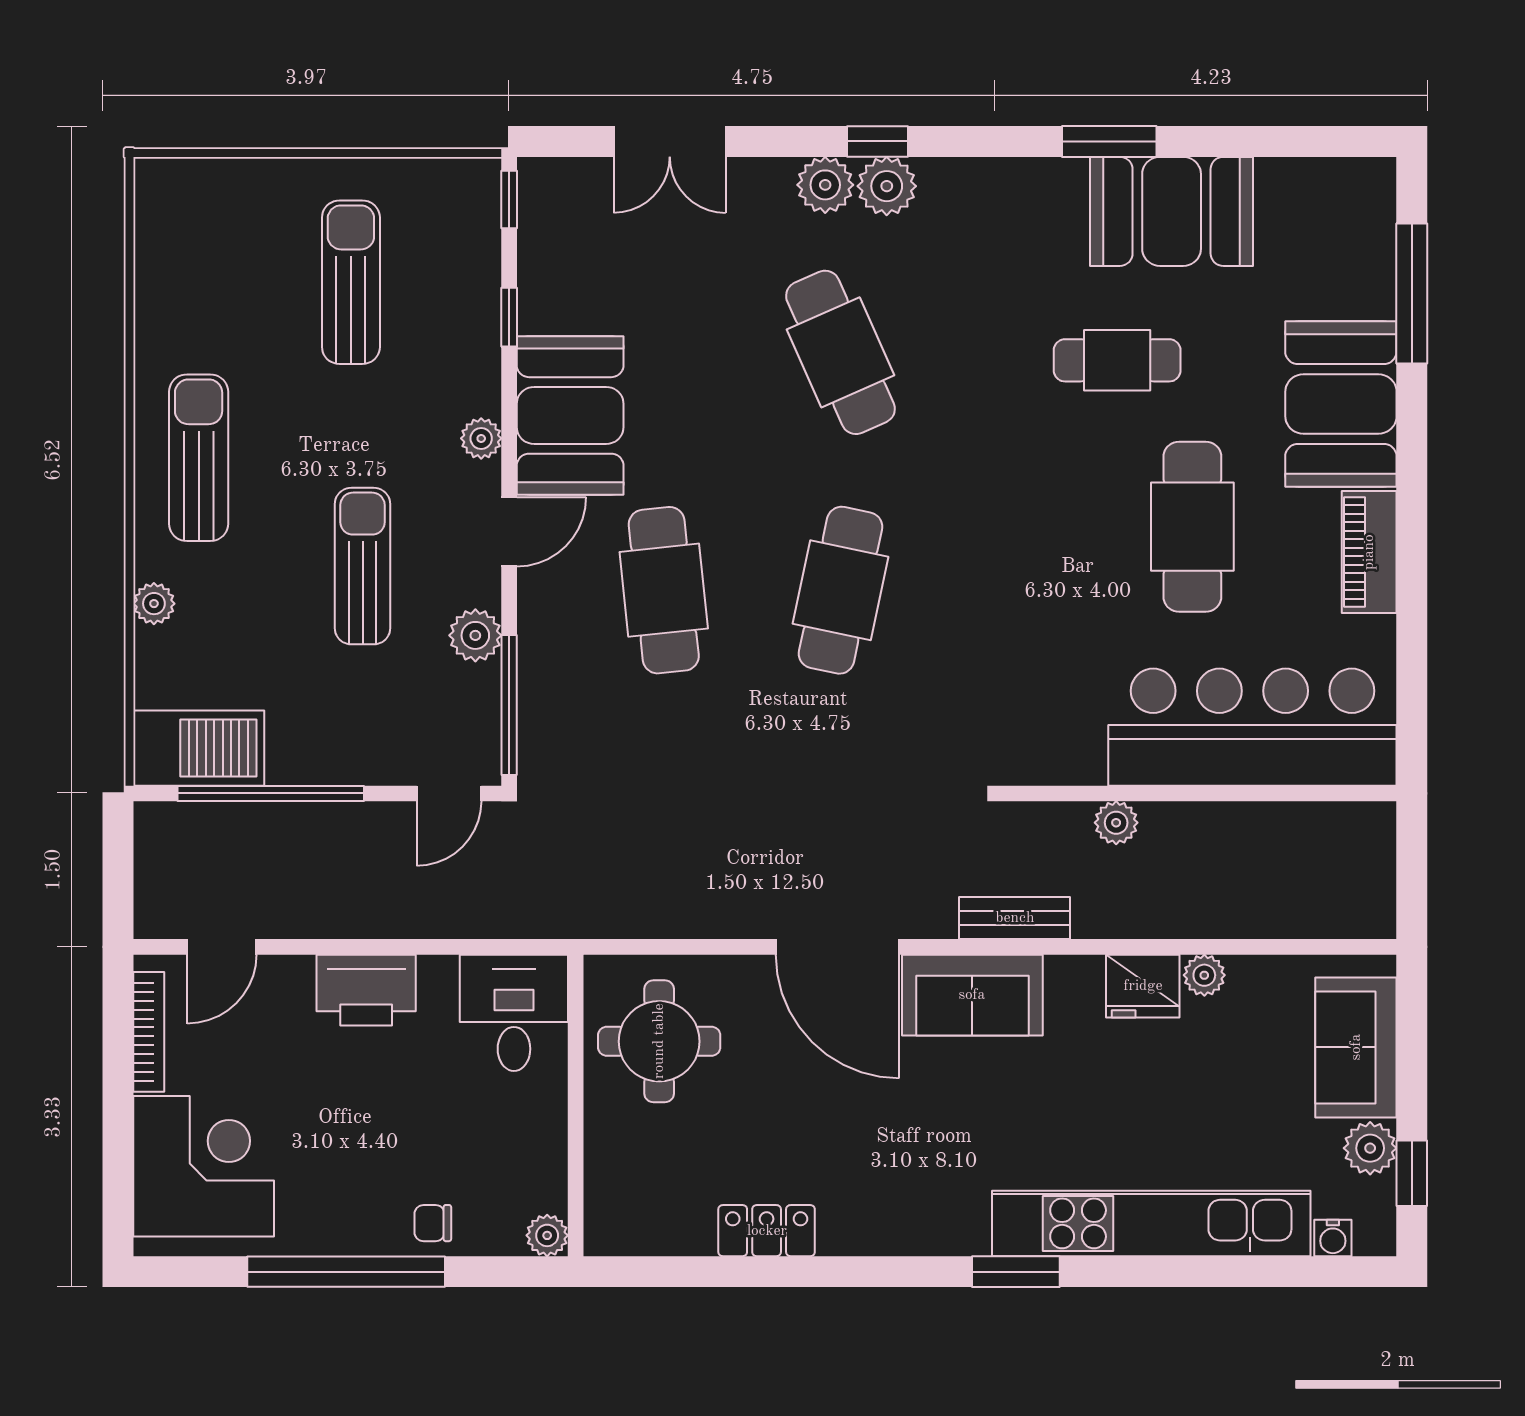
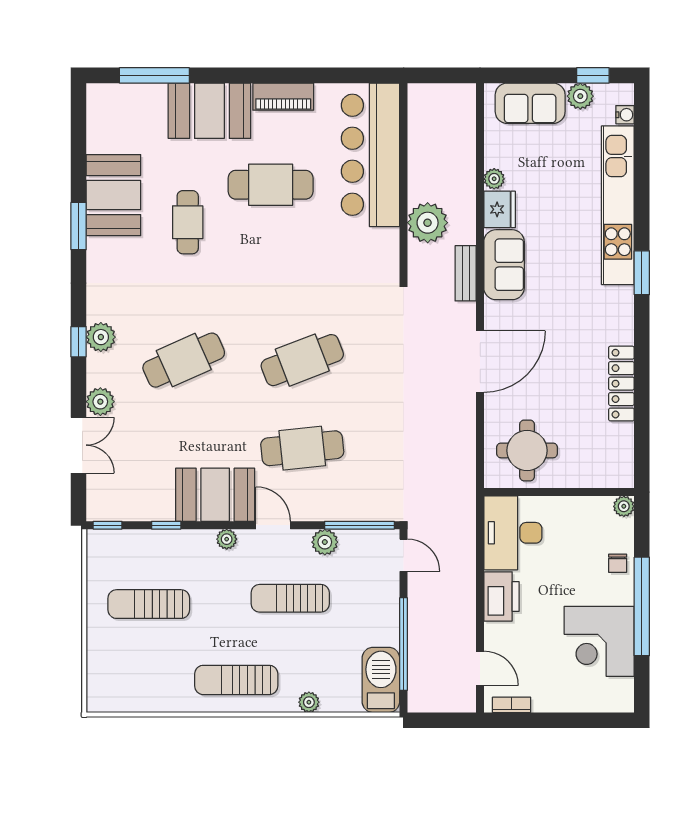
plant: (825, 185) -> (100, 402), moved
cafe table: (840, 590) -> (302, 360), turned -33
plant: (1116, 823) -> (428, 223), width x1.87, depth x1.87
sofa: (972, 995) -> (504, 265), moved
desk: (514, 1013) -> (513, 533), width x1.37
bookcase: (149, 1032) -> (512, 705), width x0.64
corner desk: (204, 1166) -> (599, 641), moved, turned -90
locker: (767, 1231) -> (621, 384), width x1.53

